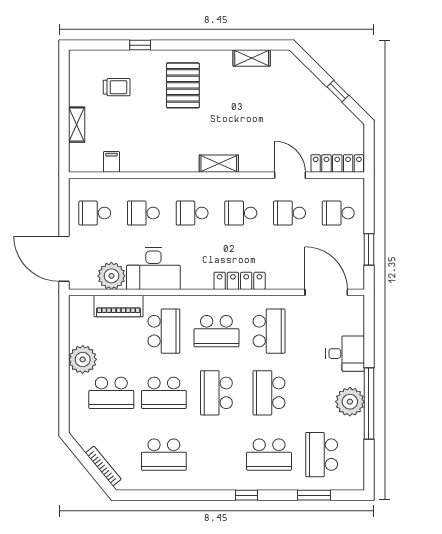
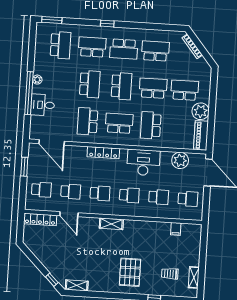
shelving: (252, 58) -> (77, 285), moved
window: (338, 91) -> (52, 280), moved
shelving: (77, 125) -> (194, 277), moved
desk: (153, 269) -> (143, 163), moved
piano: (119, 306) -> (201, 135), moved, turned -90
plant: (350, 402) -> (37, 80), width x0.53, depth x0.53
window: (369, 404) -> (29, 93), moved
school desk: (216, 455) -> (124, 49), added
window: (314, 495) -> (52, 20), moved

